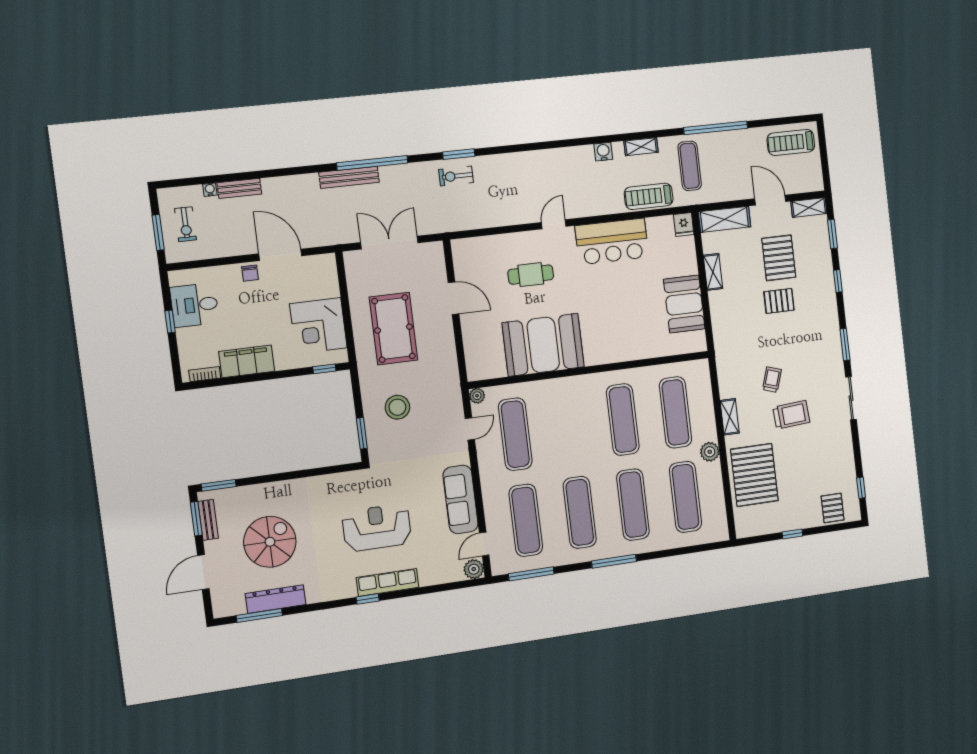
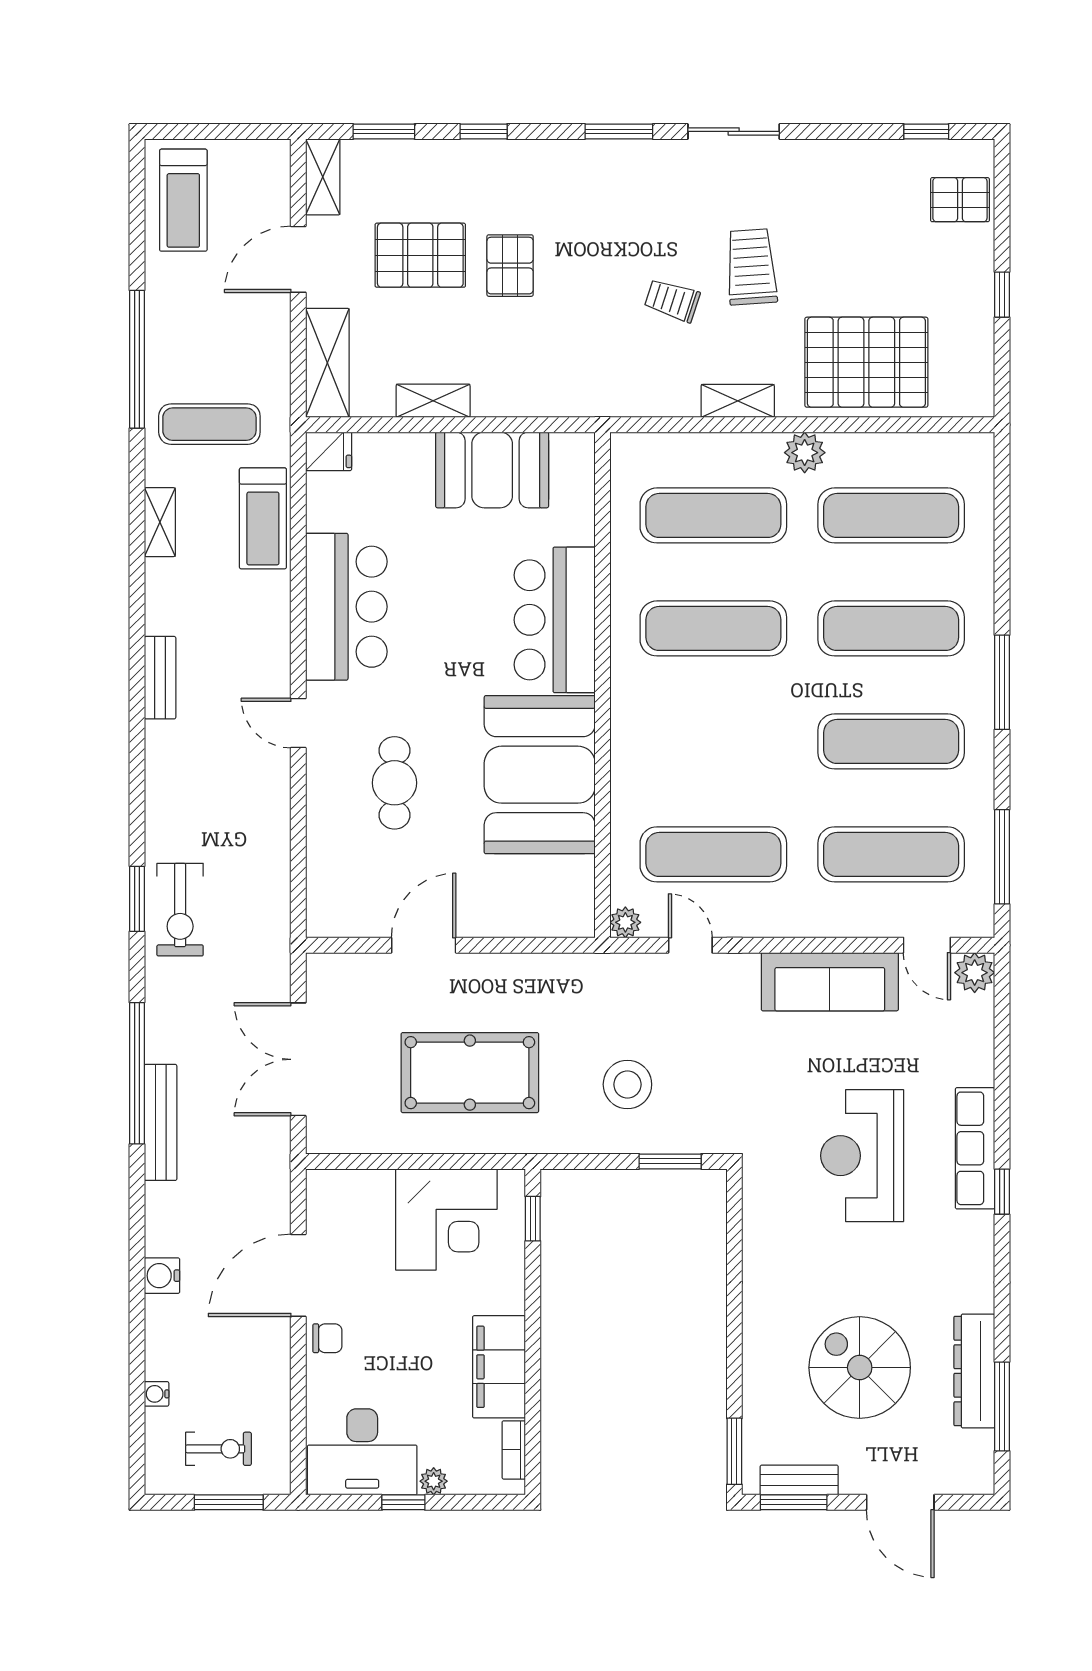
water cooler: (603, 152) -> (162, 1276), moved
exercise bike: (456, 176) -> (180, 910), width x1.38, depth x1.39
bench: (239, 188) -> (160, 678), moved
desk: (194, 305) -> (362, 1452), width x1.37
plant: (183, 336) -> (434, 1481), added
bar counter: (618, 343) -> (555, 620), added

